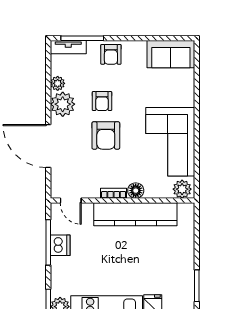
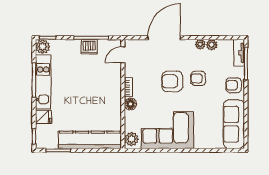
sofa: (171, 54) -> (234, 124), width x1.36
plant: (63, 104) -> (200, 44), width x0.53, depth x0.53
kitchen counter: (135, 214) -> (90, 140), moved, turned 90

